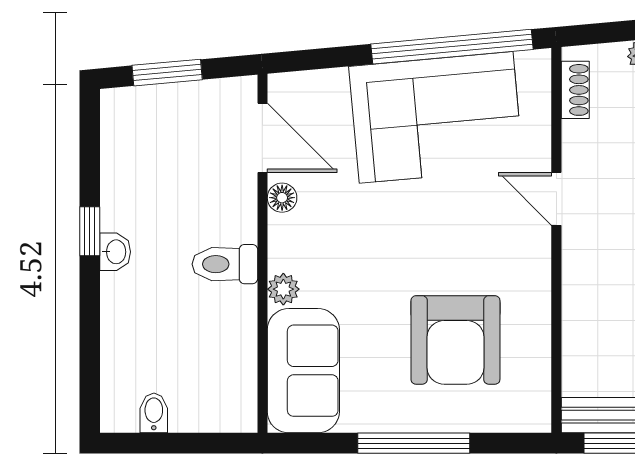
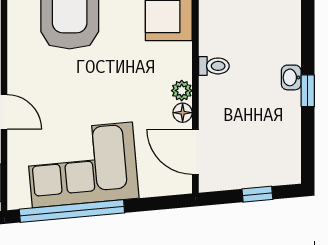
window: (167, 73) -> (257, 194), width x0.67
toilet: (225, 264) -> (214, 66), width x0.73, depth x0.72
plant: (283, 289) -> (182, 91), moved

